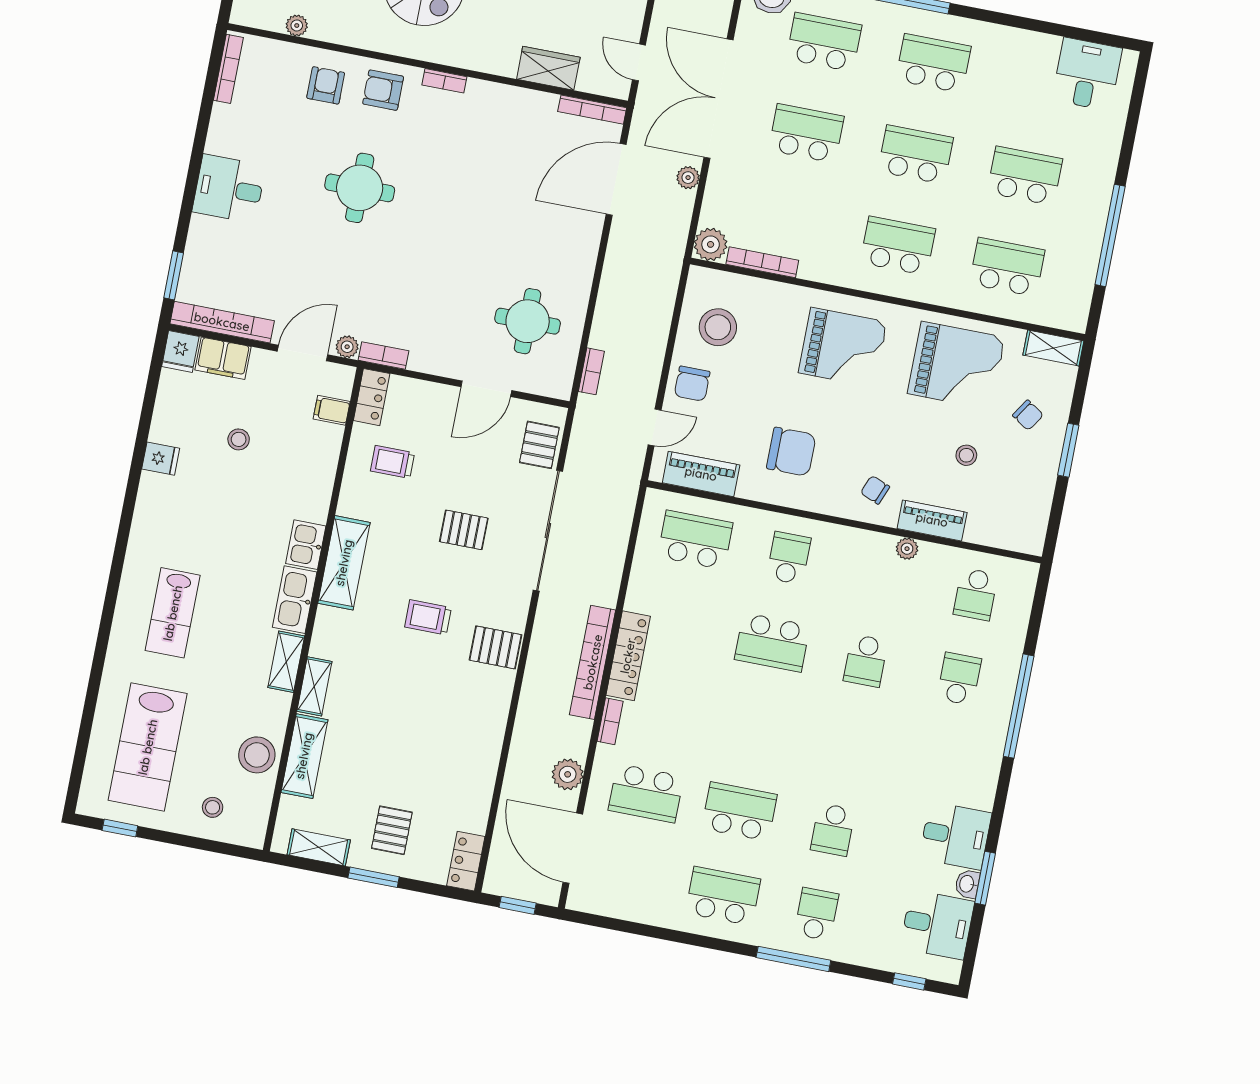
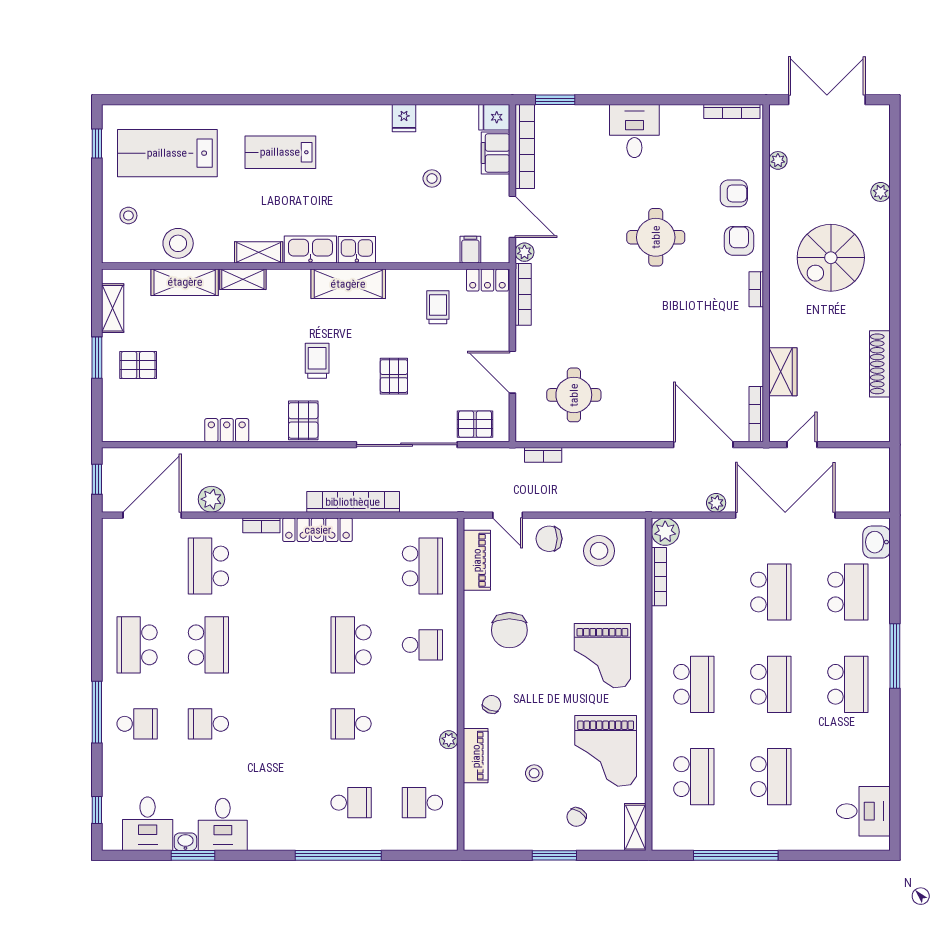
bookcase: (384, 356) -> (523, 294), width x1.56
bookcase: (593, 662) -> (353, 502), moved
locker: (466, 861) -> (227, 430), moved
school desk: (723, 896) -> (137, 645), turned 180

